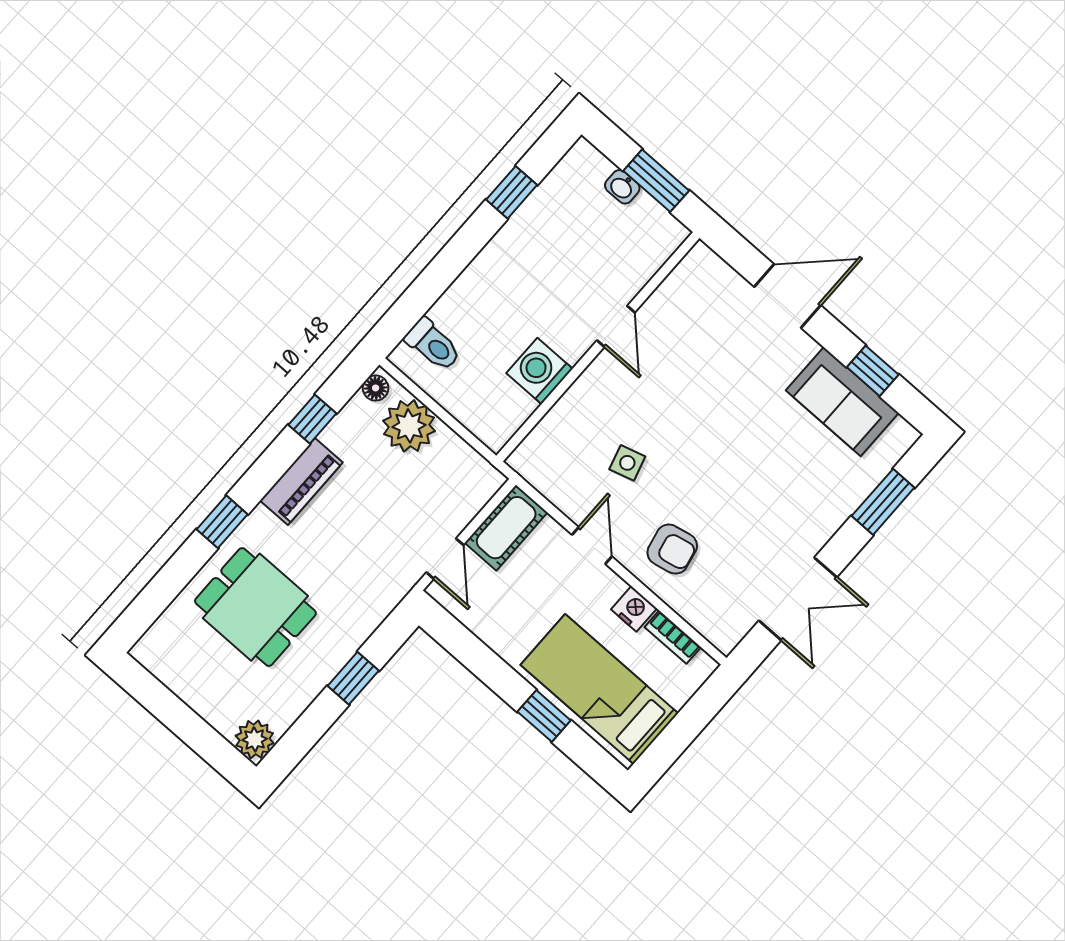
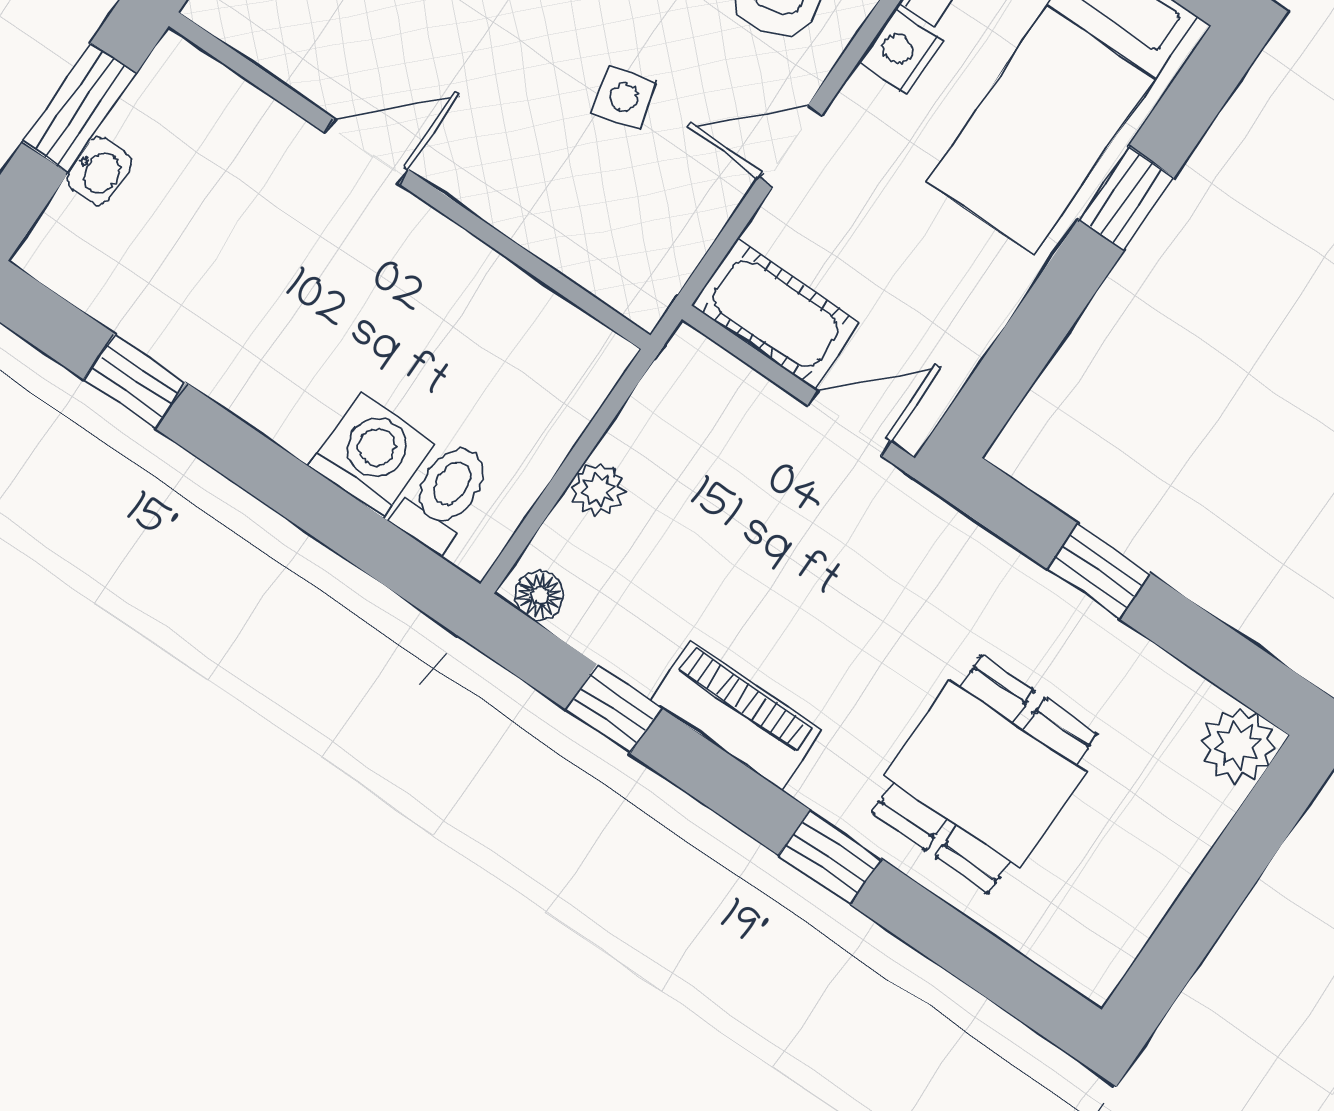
washing machine: (540, 371) -> (371, 455), moved, turned 180
plant: (409, 426) -> (598, 490), width x0.53, depth x0.53

